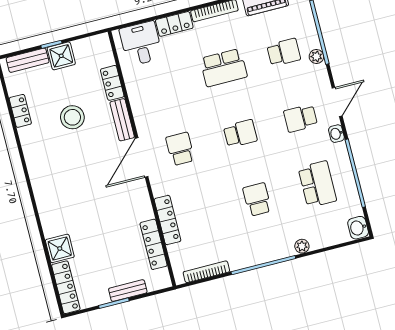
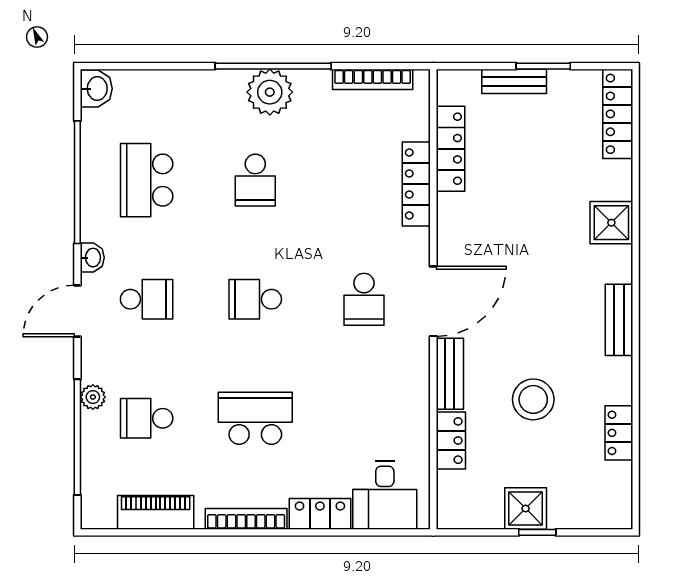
bench: (28, 60) -> (619, 320), moved, turned 90
plant: (302, 246) -> (270, 92), moved, width x1.88, depth x1.88
shower: (60, 248) -> (611, 223), moved

